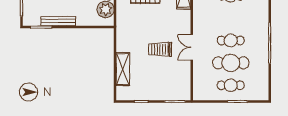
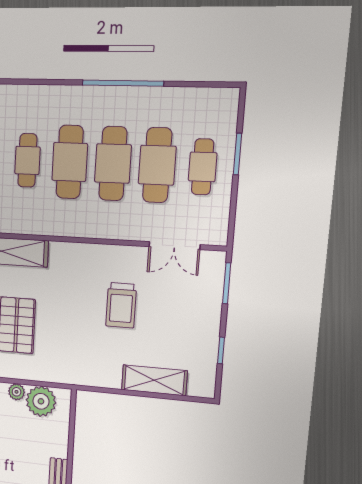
cafe table: (231, 18) -> (70, 162), added
cafe table: (231, 40) -> (113, 164), width x1.37, depth x1.35
double door: (192, 47) -> (174, 246), moved

